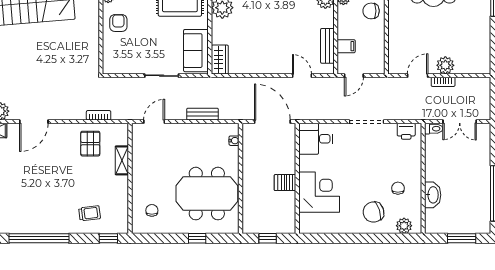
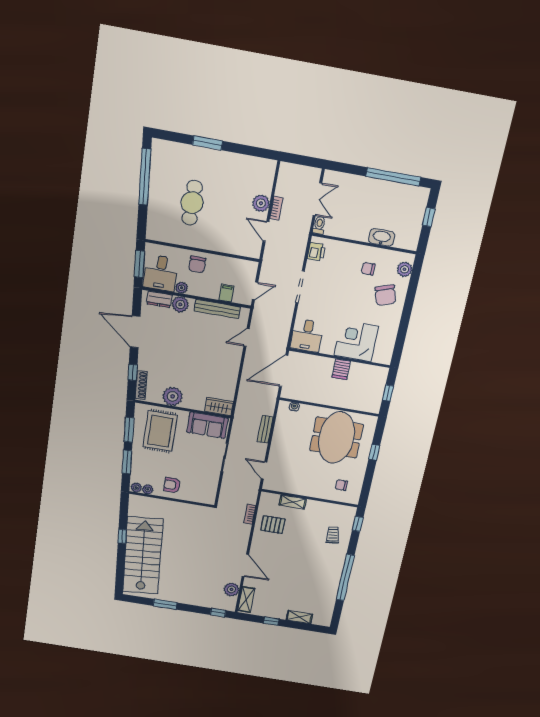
bench: (327, 46) -> (217, 309), width x1.36
door: (354, 76) -> (255, 291), hinge flipped
window: (462, 238) -> (429, 217), width x0.67

